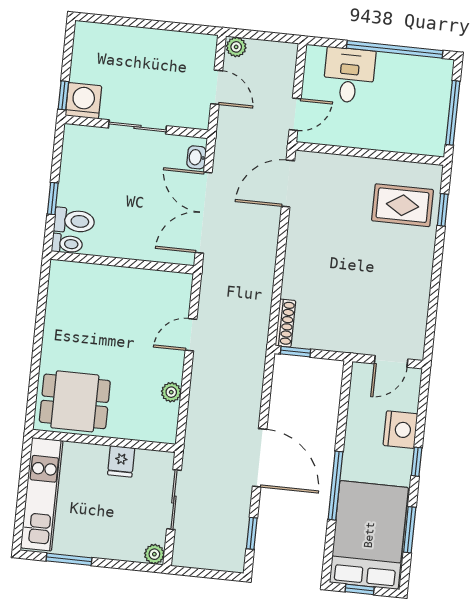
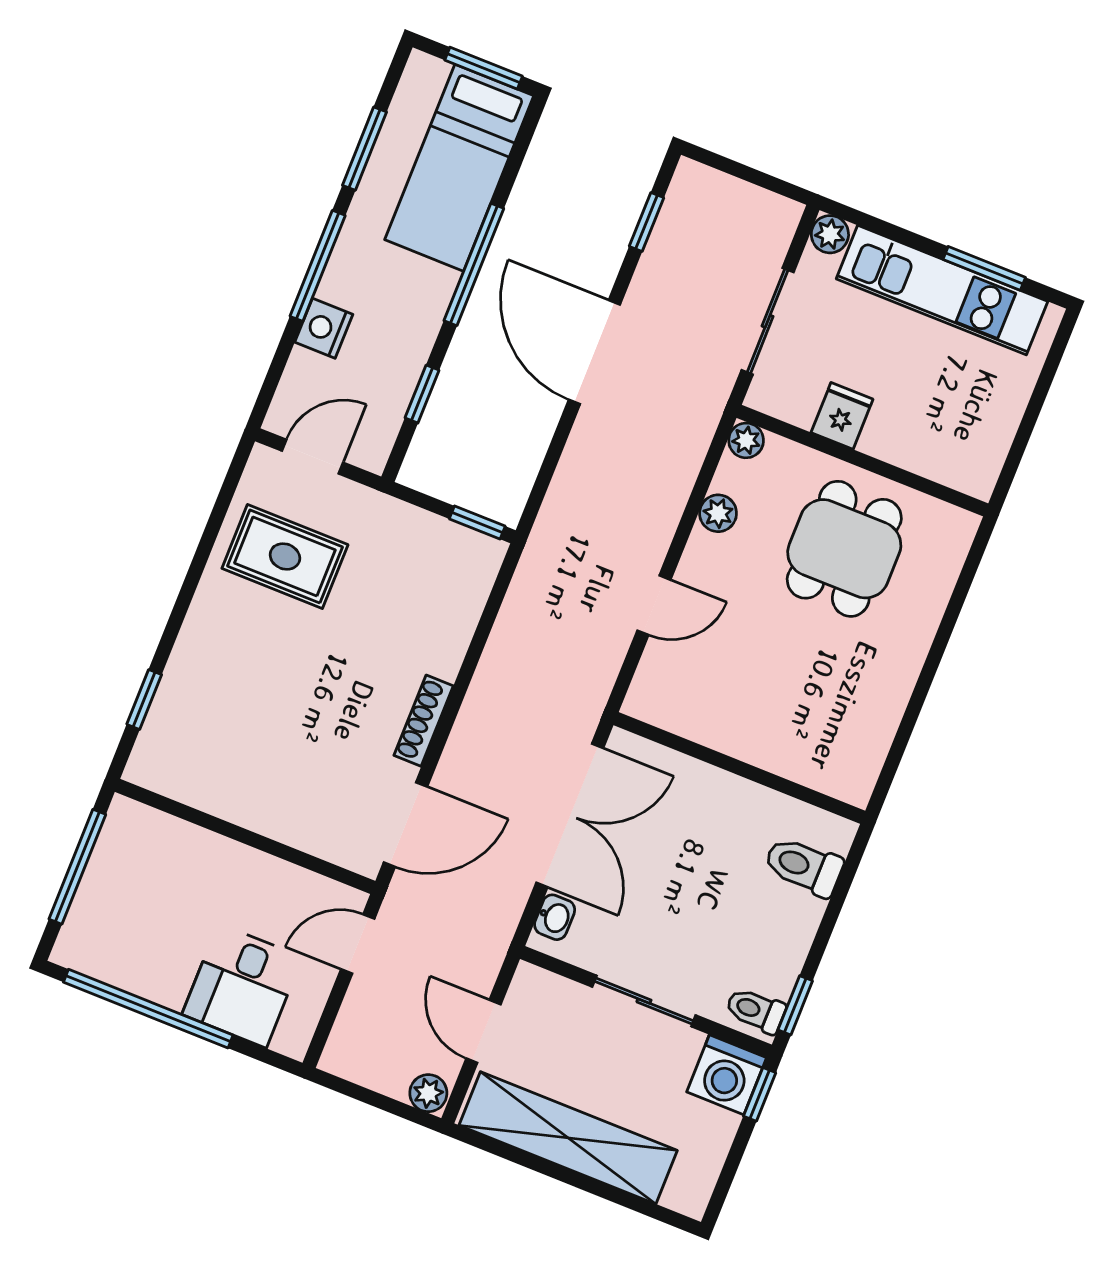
shelving: (157, 44) -> (568, 1138), added
window: (53, 199) -> (795, 1005), moved
rug: (402, 205) -> (285, 556), moved
toilet: (67, 244) -> (756, 1010), moved
shoe rack: (285, 323) -> (424, 721), moved
dining table: (75, 401) -> (844, 549), moved, turned 90
window: (343, 410) -> (422, 394), added
nightstand: (400, 430) -> (324, 328), width x0.74, depth x0.75
plant: (167, 434) -> (746, 440), added
window: (417, 462) -> (318, 266), width x2.17
kitchen unit: (42, 494) -> (942, 290), moved, turned -90
bed: (369, 535) -> (459, 168), width x0.67
window: (360, 589) -> (484, 68), width x1.50

